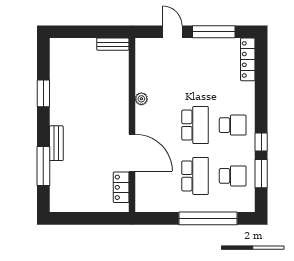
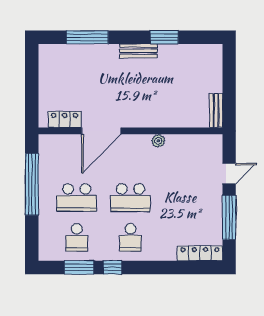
bench: (56, 143) -> (138, 51), moved
window: (208, 218) -> (32, 184), moved

